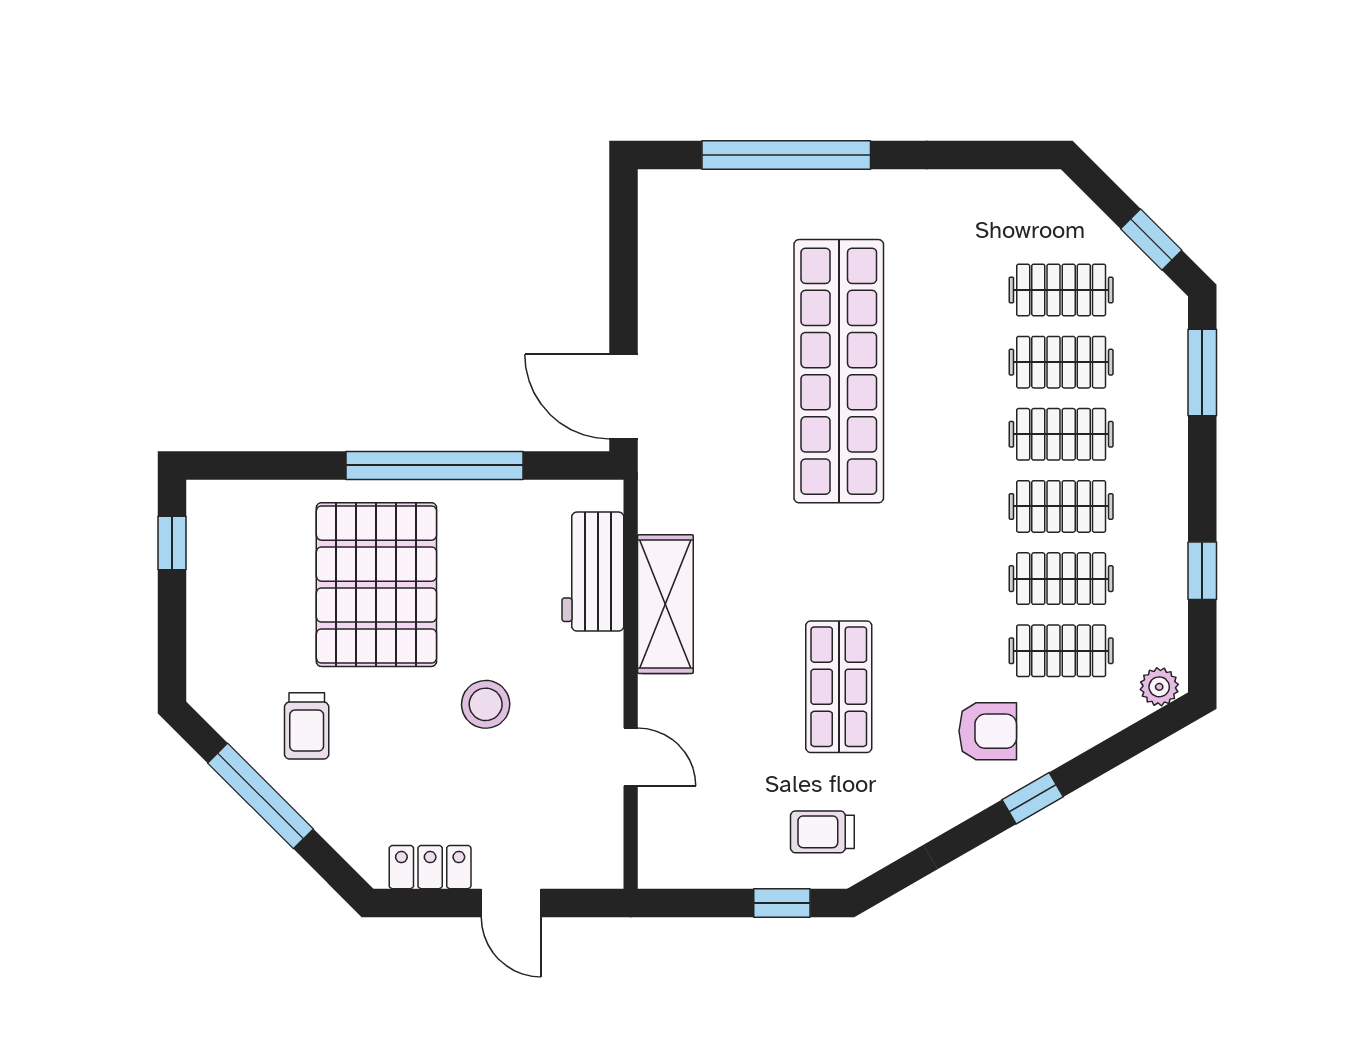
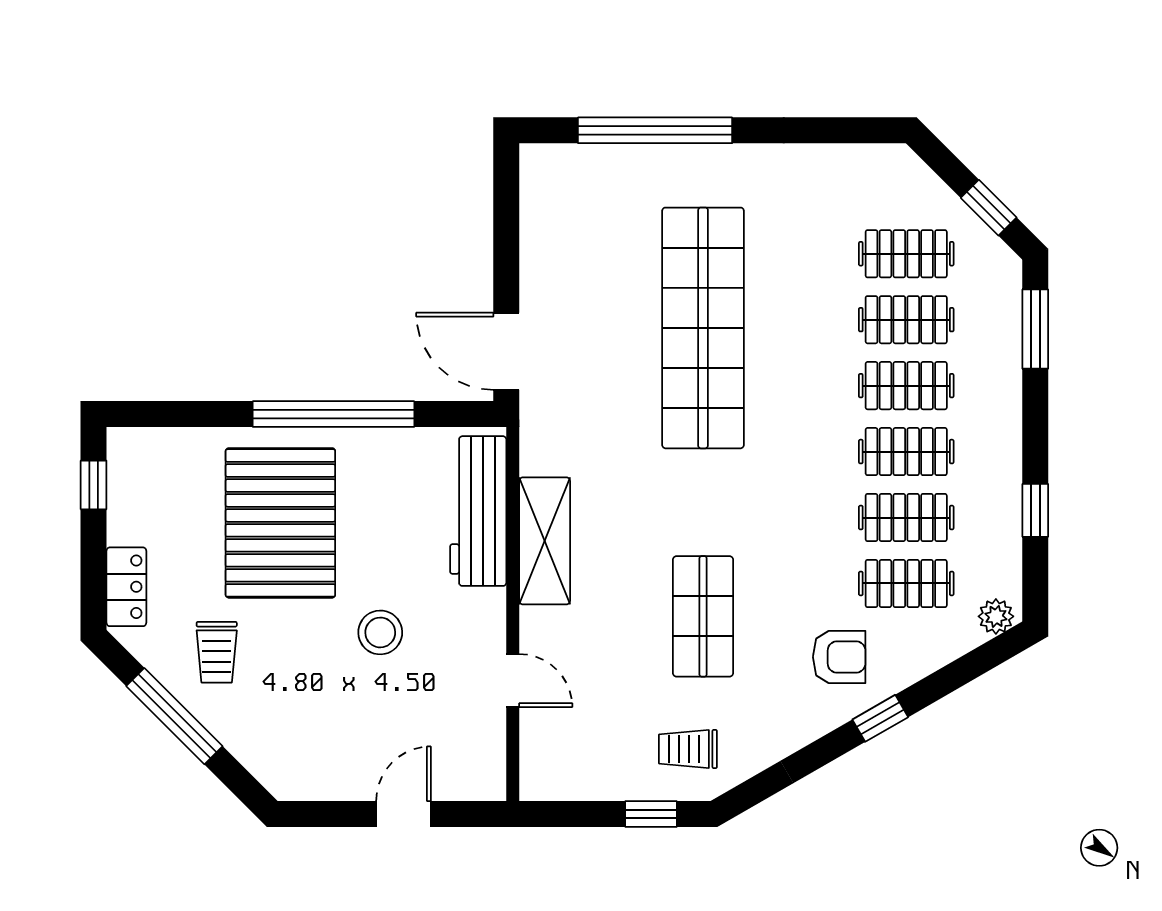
workbench: (593, 572) -> (478, 511), width x1.38
locker: (430, 867) -> (126, 587), moved, turned 90
door: (511, 903) -> (403, 814), swing flipped

